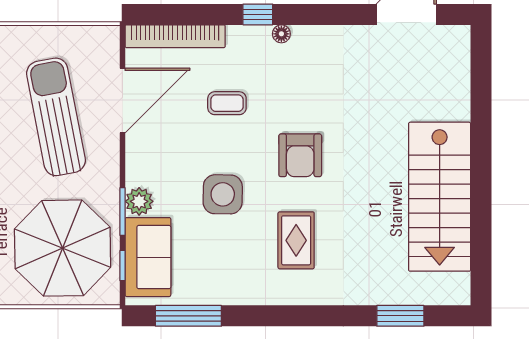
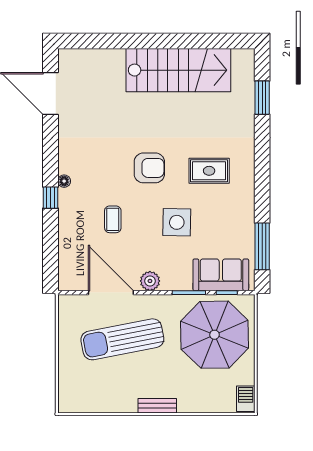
bookcase: (175, 36) -> (66, 256), removed
plant: (139, 201) -> (150, 281), moved

